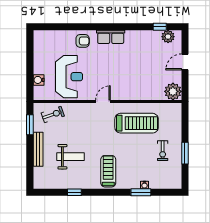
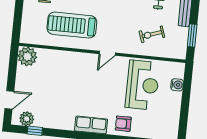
door: (185, 62) -> (9, 100), moved
reception desk: (69, 77) -> (142, 85), turned 180
exercise bike: (53, 114) -> (152, 34), moved

